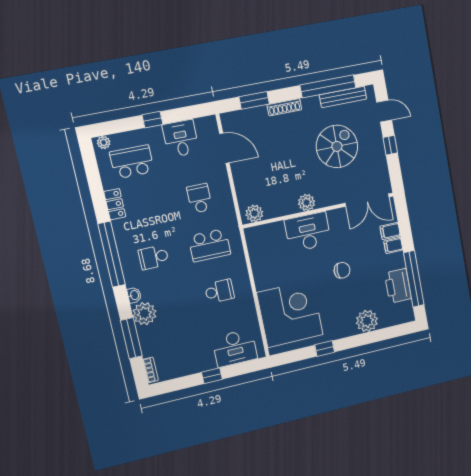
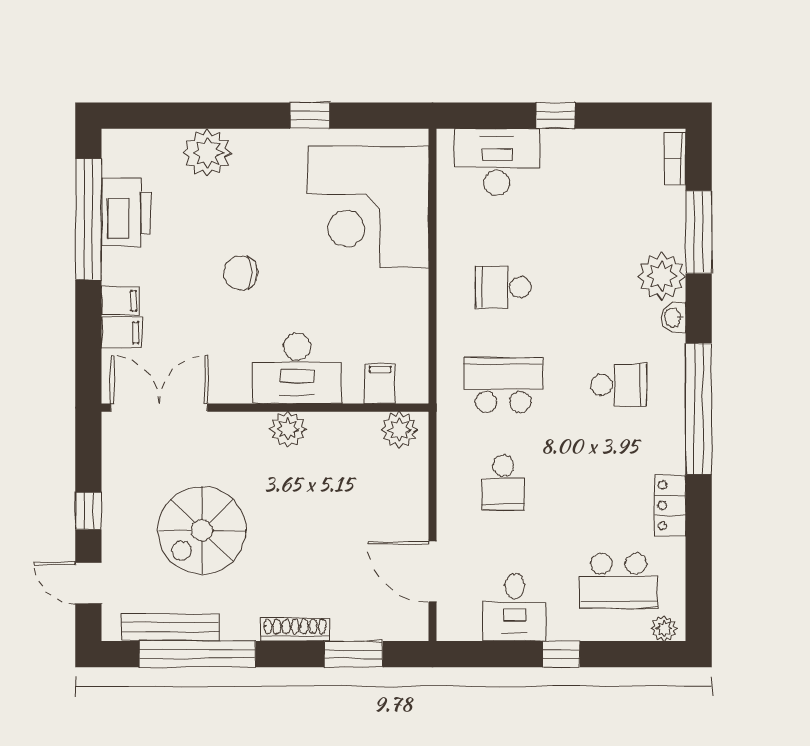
filing cabinet: (268, 233) -> (380, 384), added

